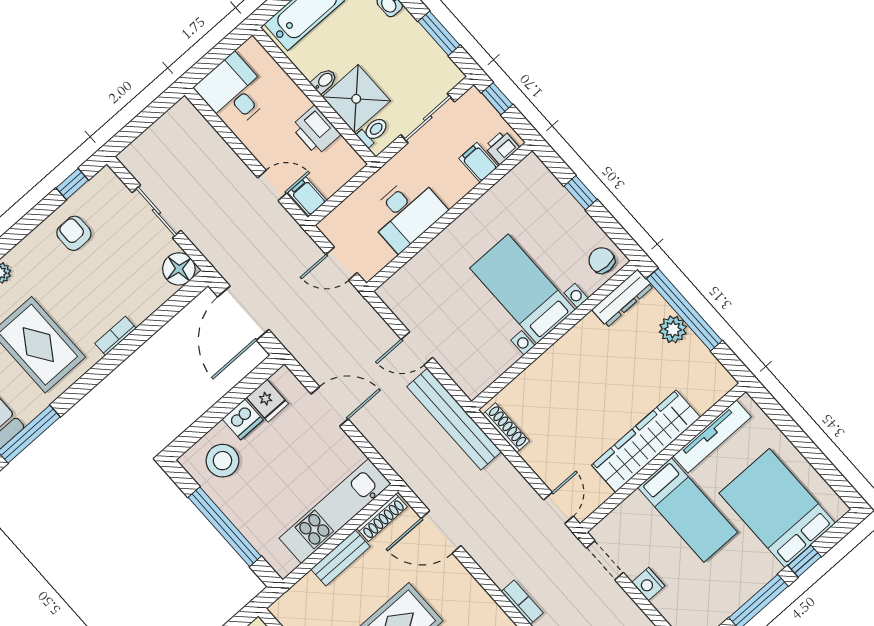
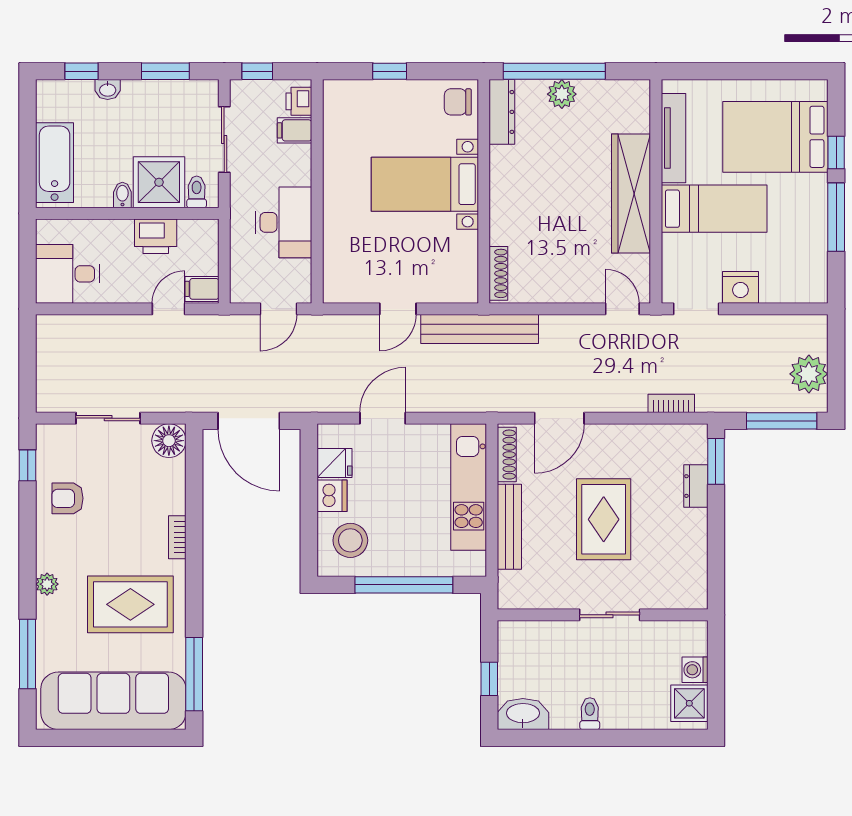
shoe rack: (506, 428) -> (498, 273), moved, turned 90
bench: (340, 558) -> (509, 527), width x1.36
nightstand: (648, 584) -> (740, 287), width x1.36, depth x1.33

